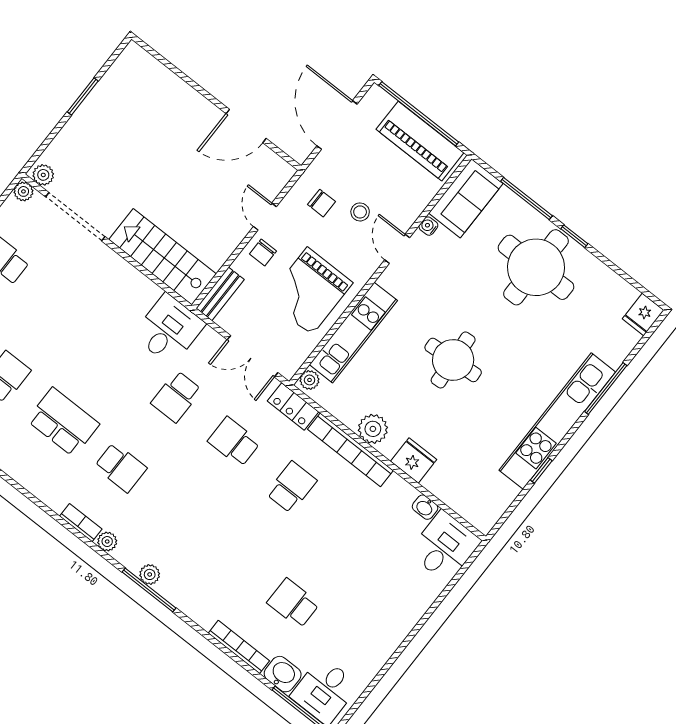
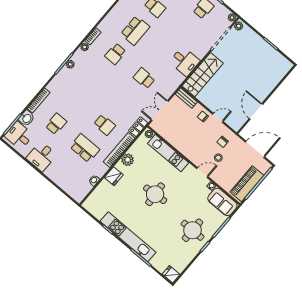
round table: (536, 267) -> (192, 230), width x0.73, depth x0.73
grand piano: (310, 291) -> (186, 135), removed
desk: (169, 330) -> (185, 61), moved
school desk: (234, 442) -> (85, 148), moved, width x1.85
desk: (445, 547) -> (41, 156), moved, turned 90

